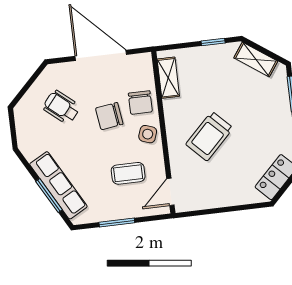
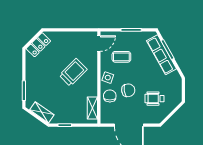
wheelchair: (62, 107) -> (154, 99), turned 140

